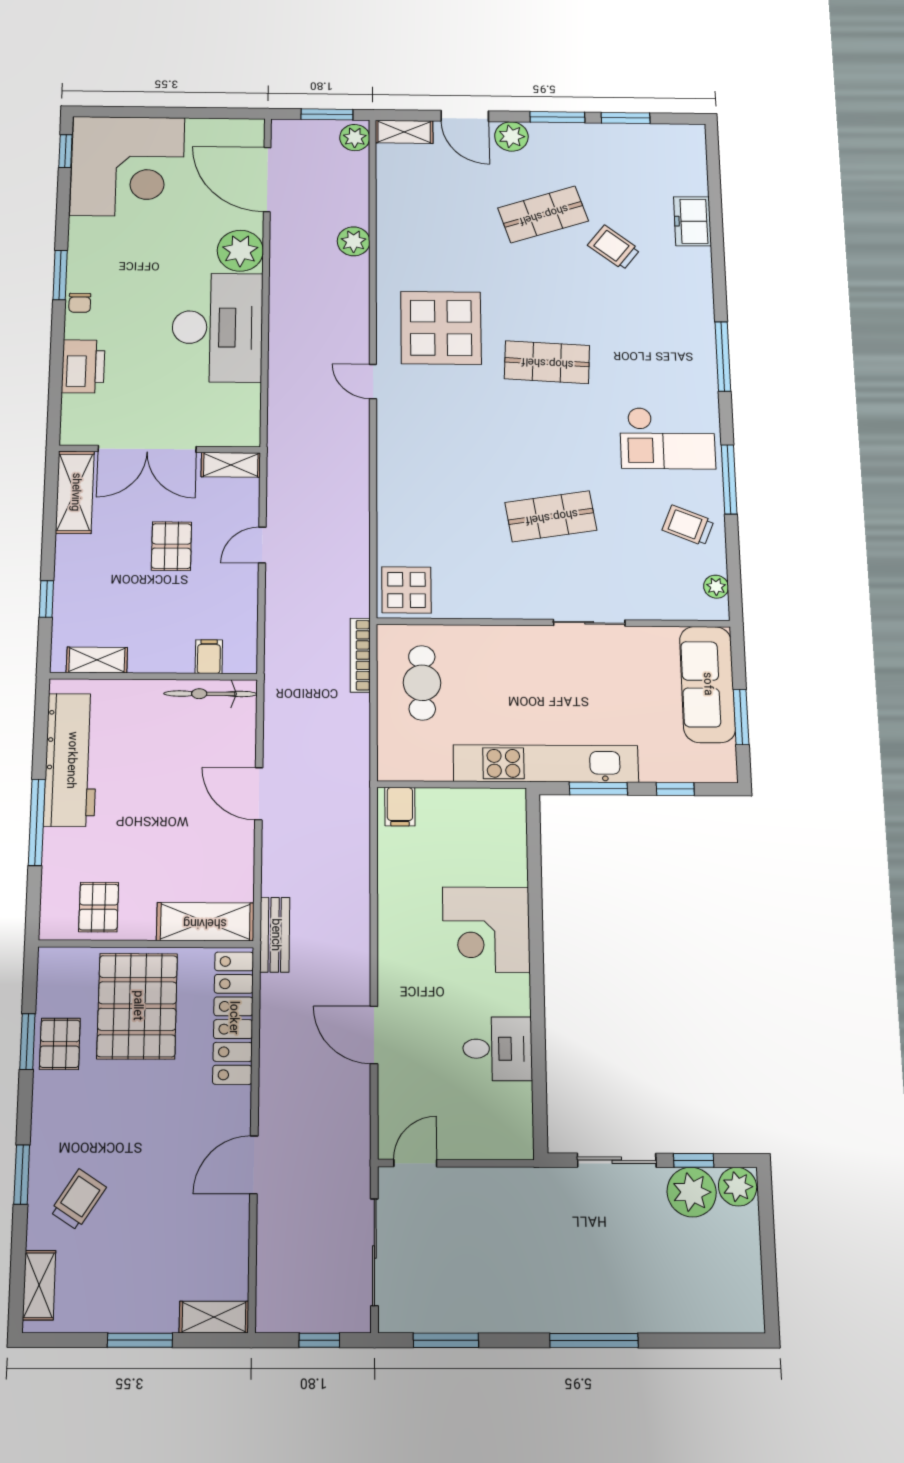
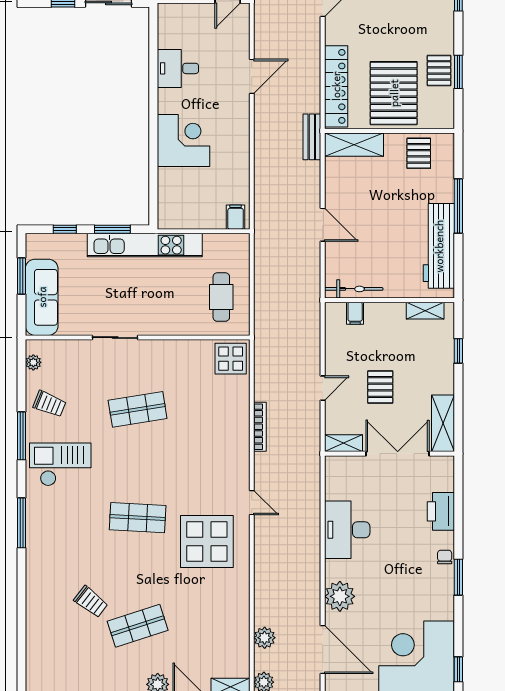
freezer: (692, 221) -> (37, 622), removed
plant: (354, 241) -> (265, 638), moved
desk: (217, 327) -> (347, 530), width x0.73, depth x0.77
bookcase: (360, 655) -> (260, 427), moved
door: (374, 1035) -> (252, 76), hinge flipped

